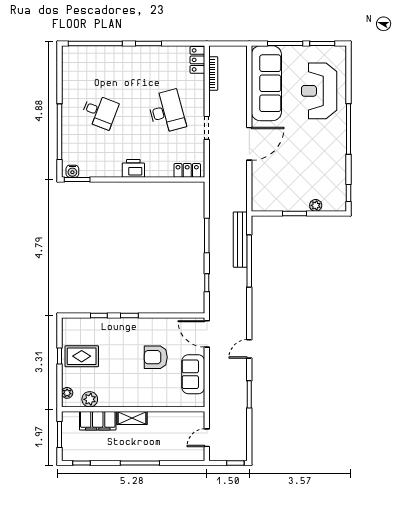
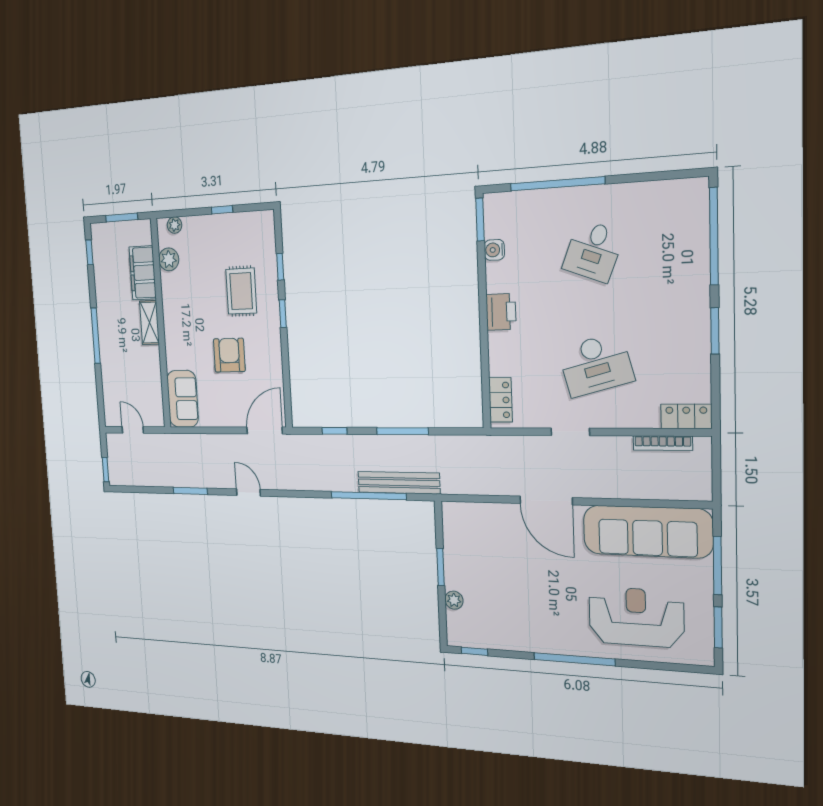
water cooler: (72, 171) -> (494, 250), moved
rug: (82, 356) -> (241, 291), moved
sofa: (193, 374) -> (183, 399), moved, turned 90

